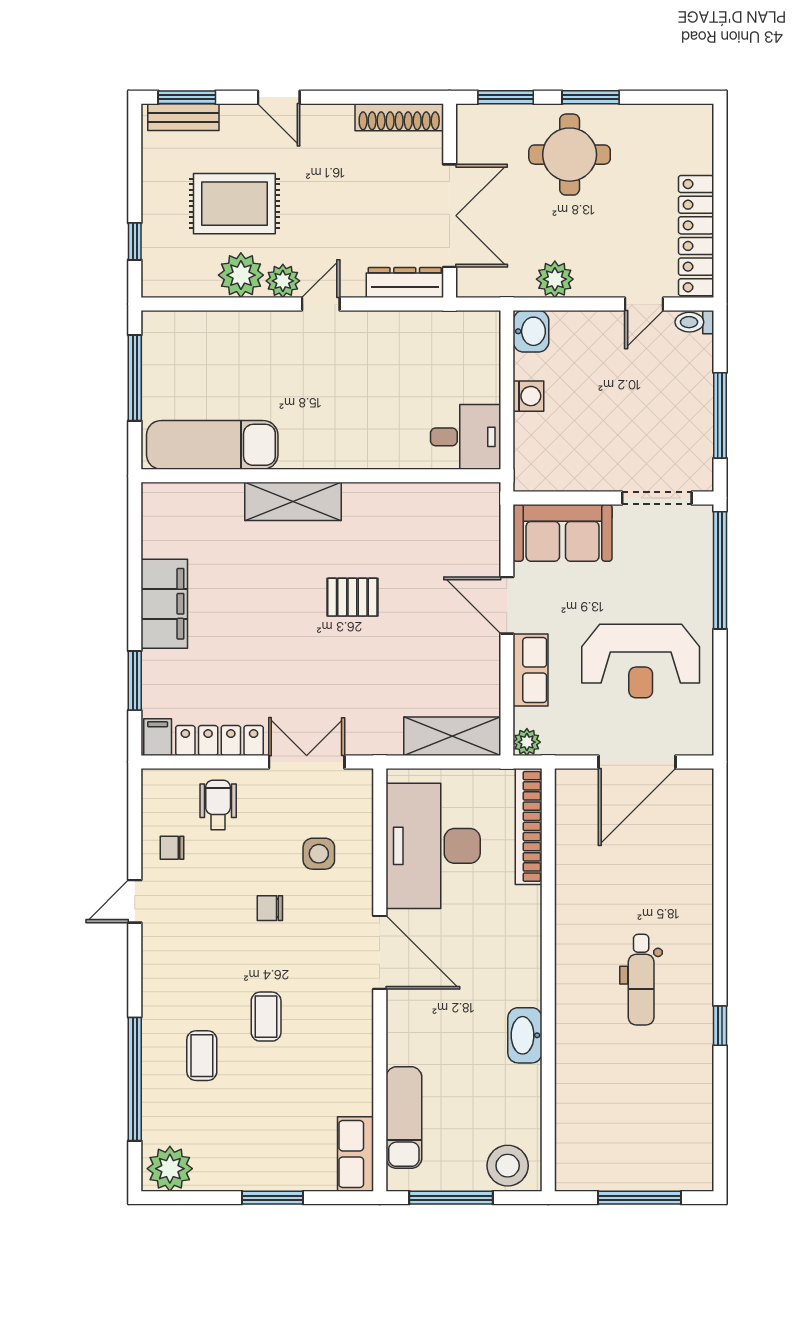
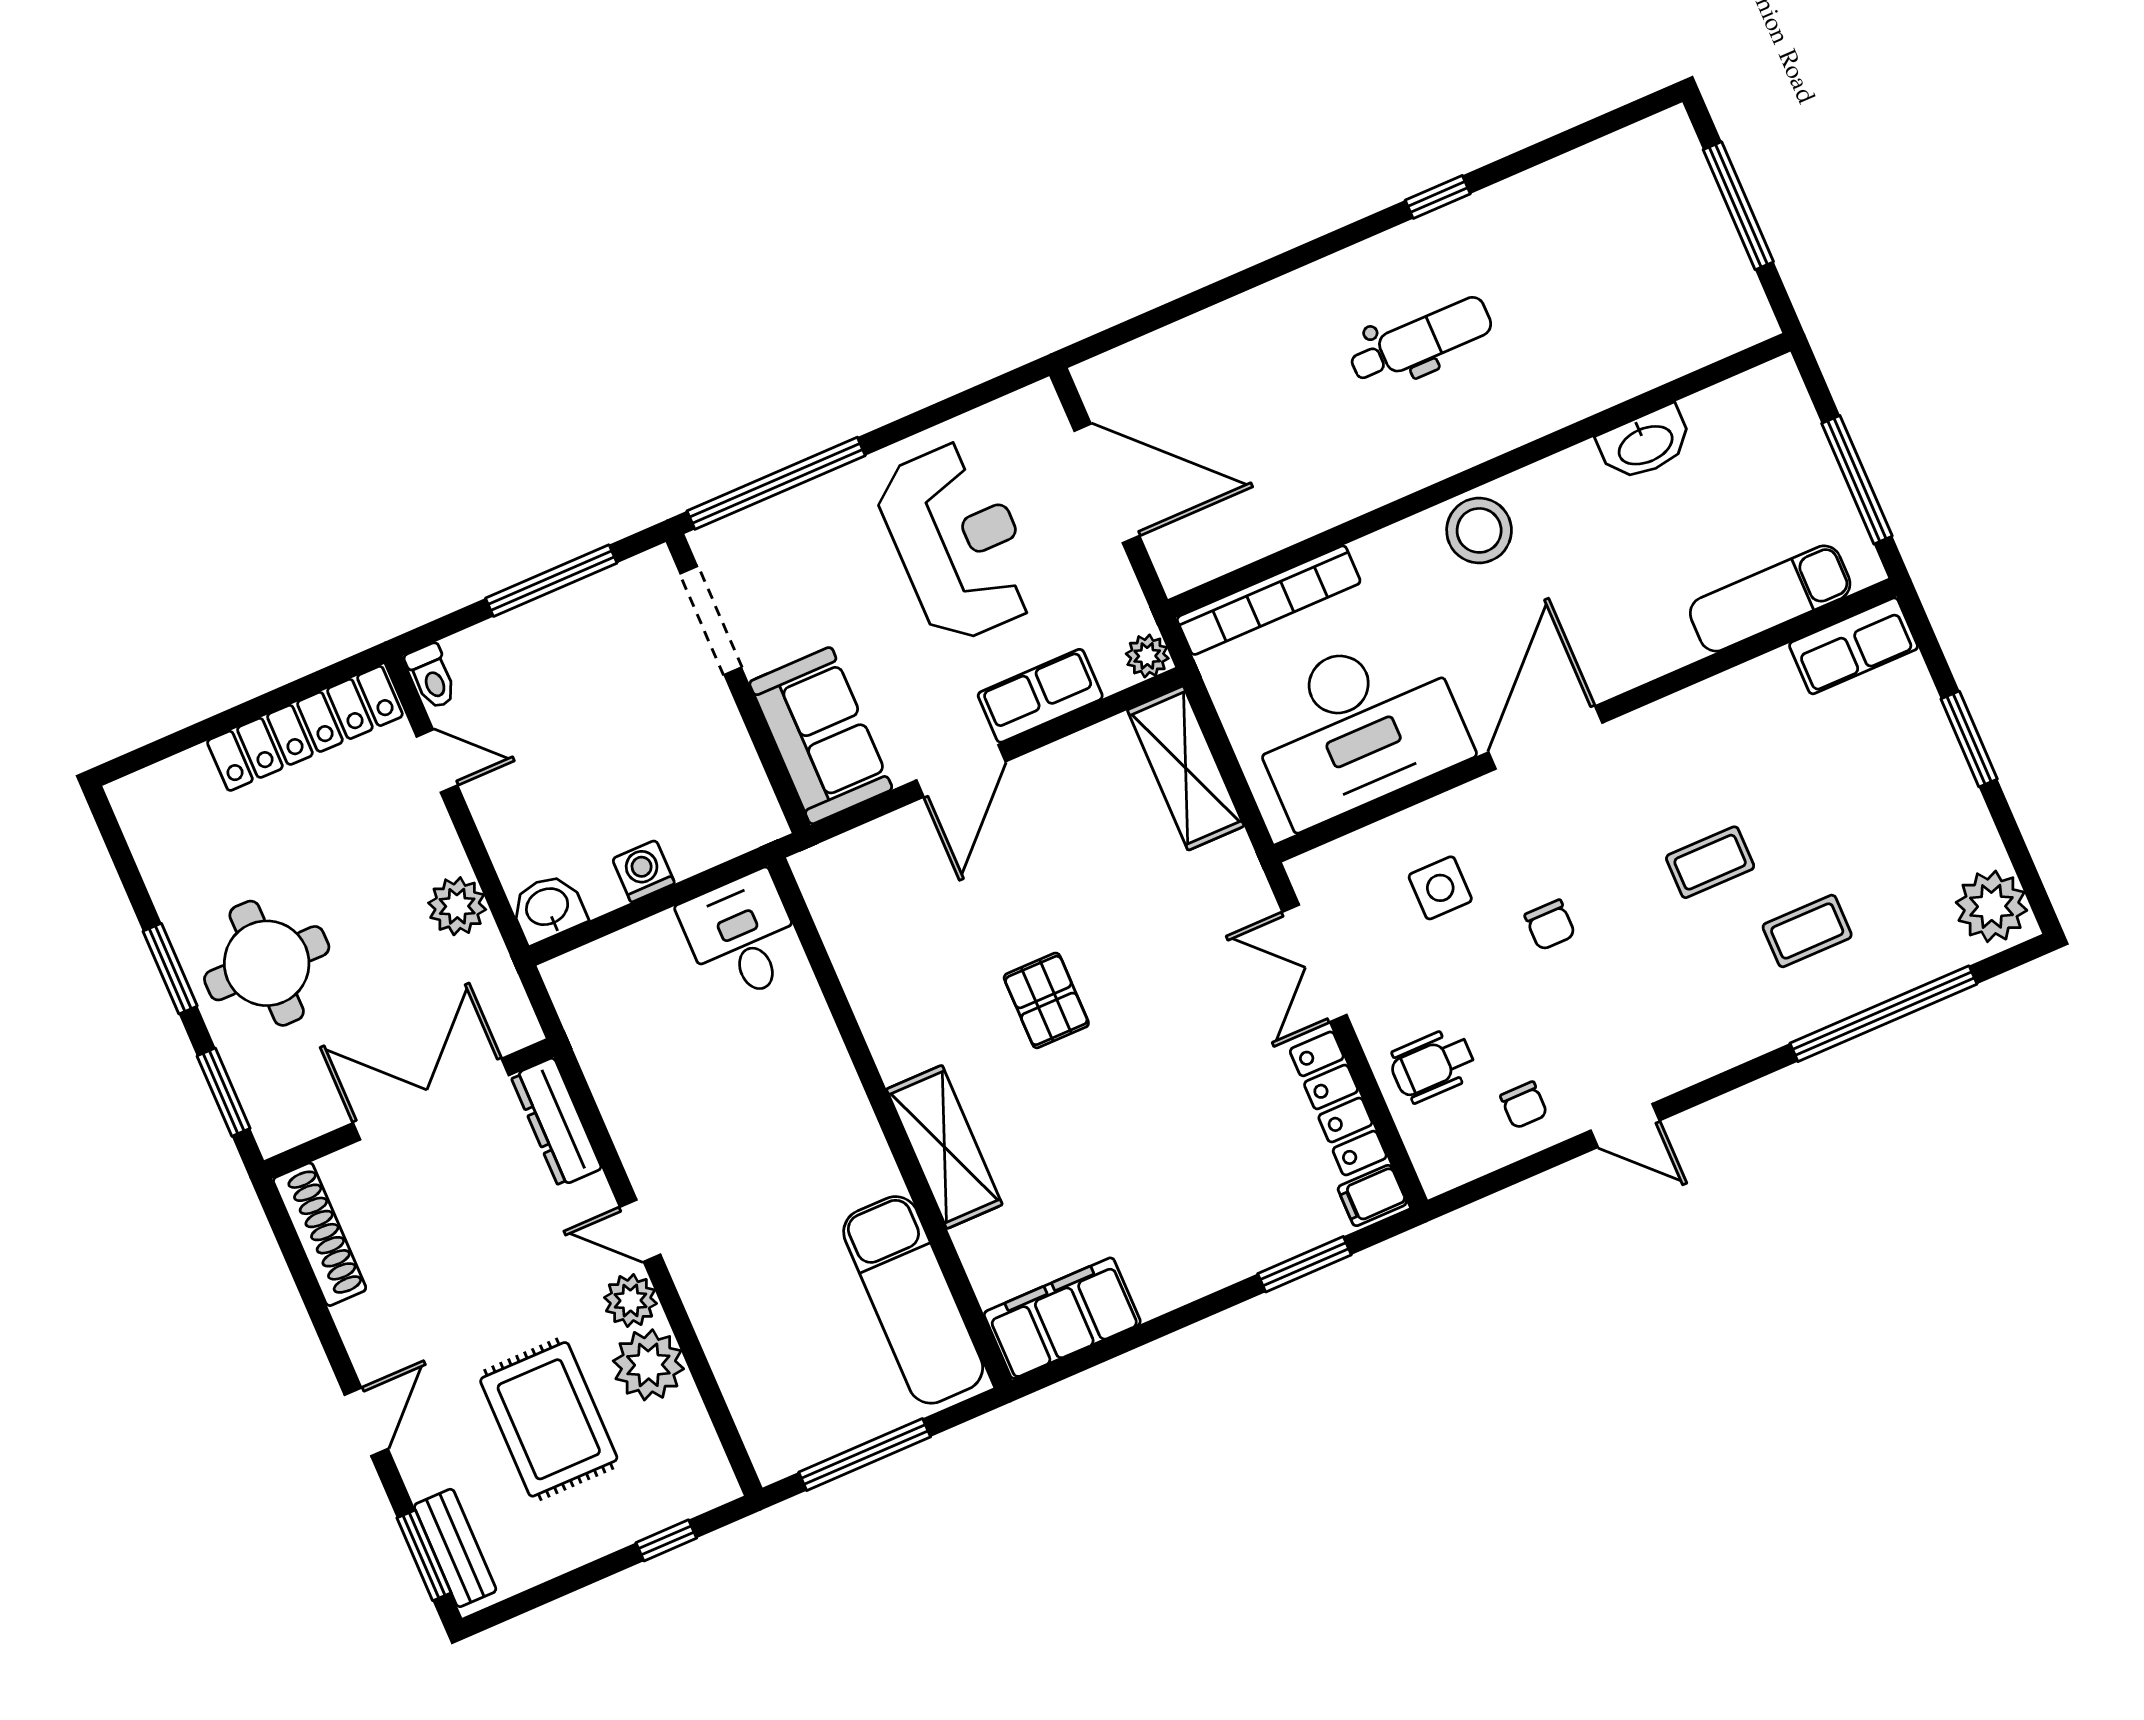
filing cabinet: (164, 604) -> (1062, 1318), moved
washbasin: (525, 1035) -> (1645, 444), moved
stool: (508, 1166) -> (1479, 530), moved

